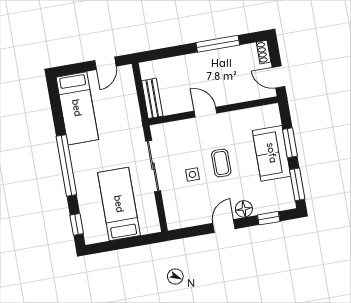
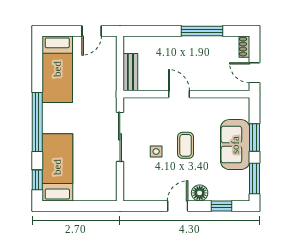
bed: (119, 204) -> (57, 167), moved

